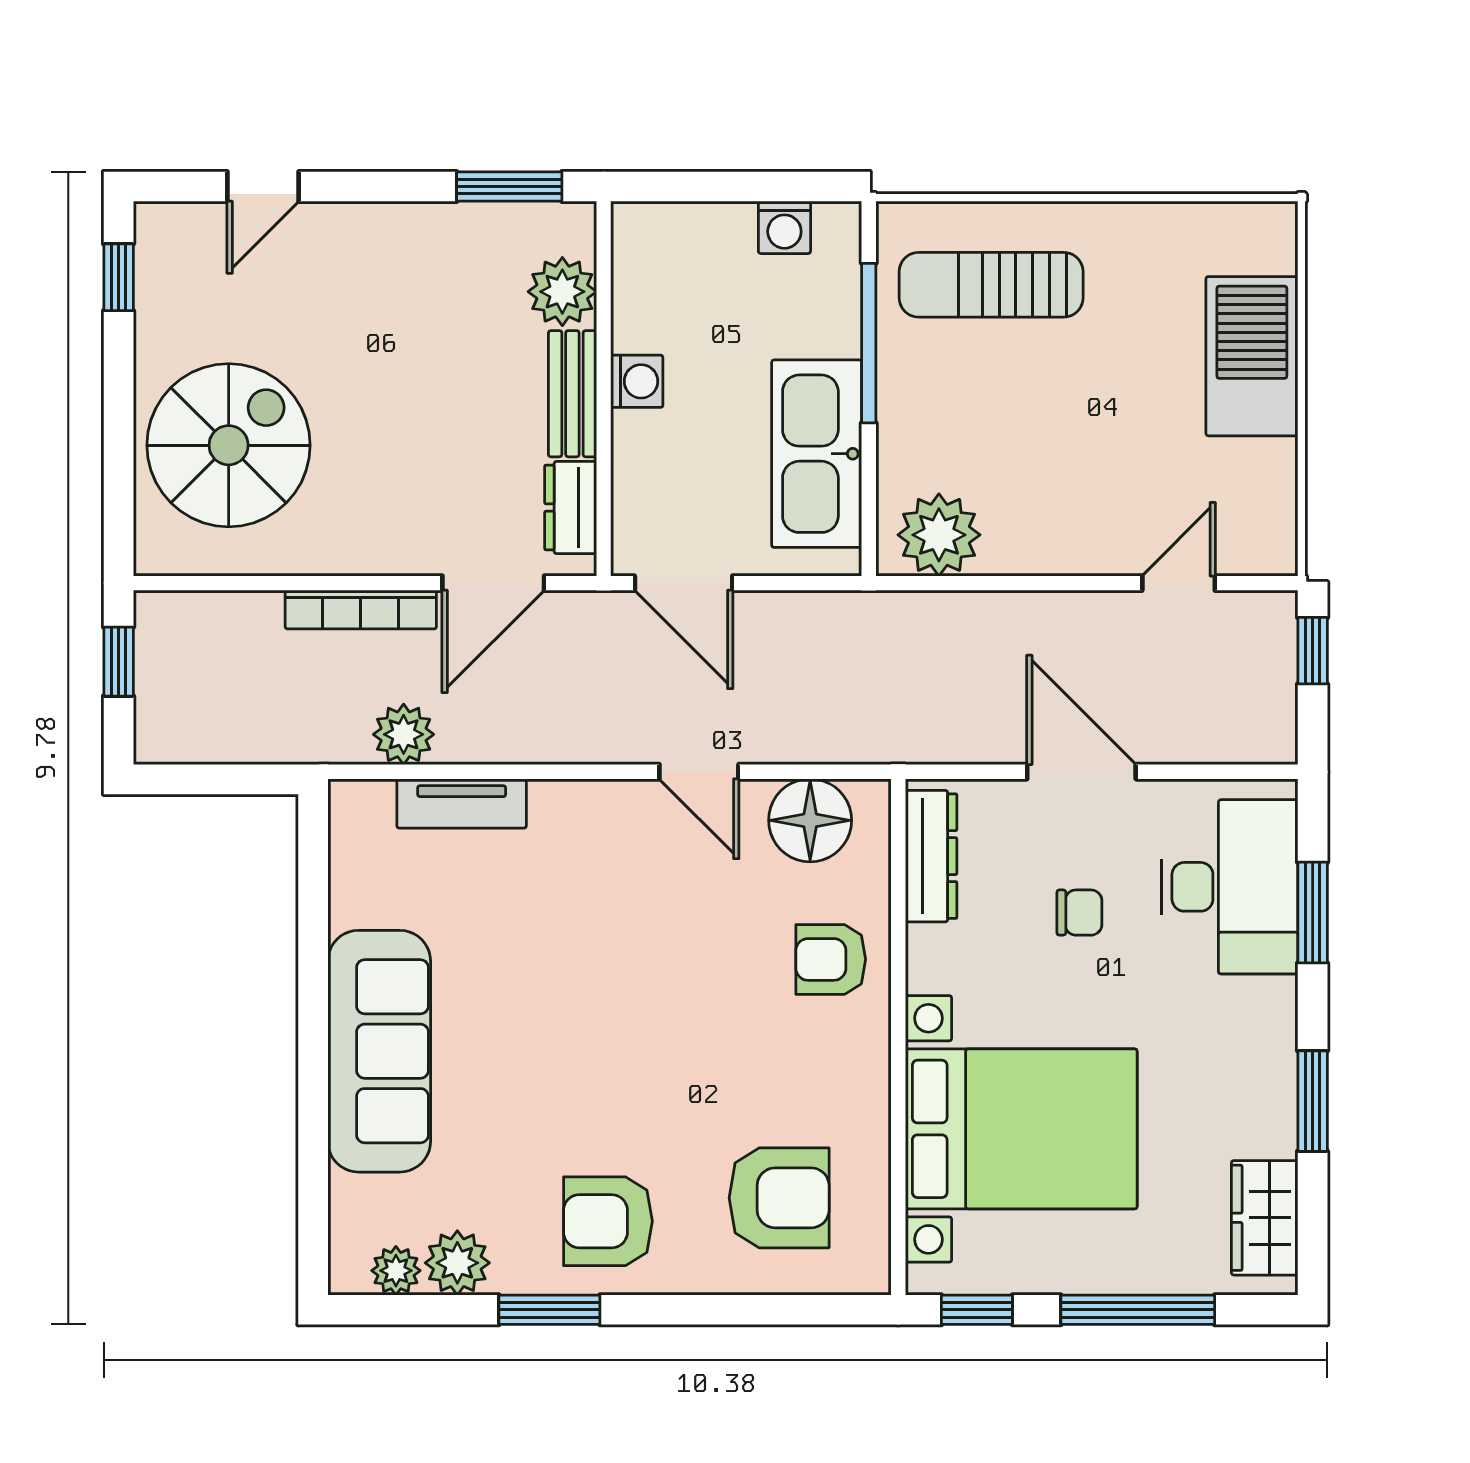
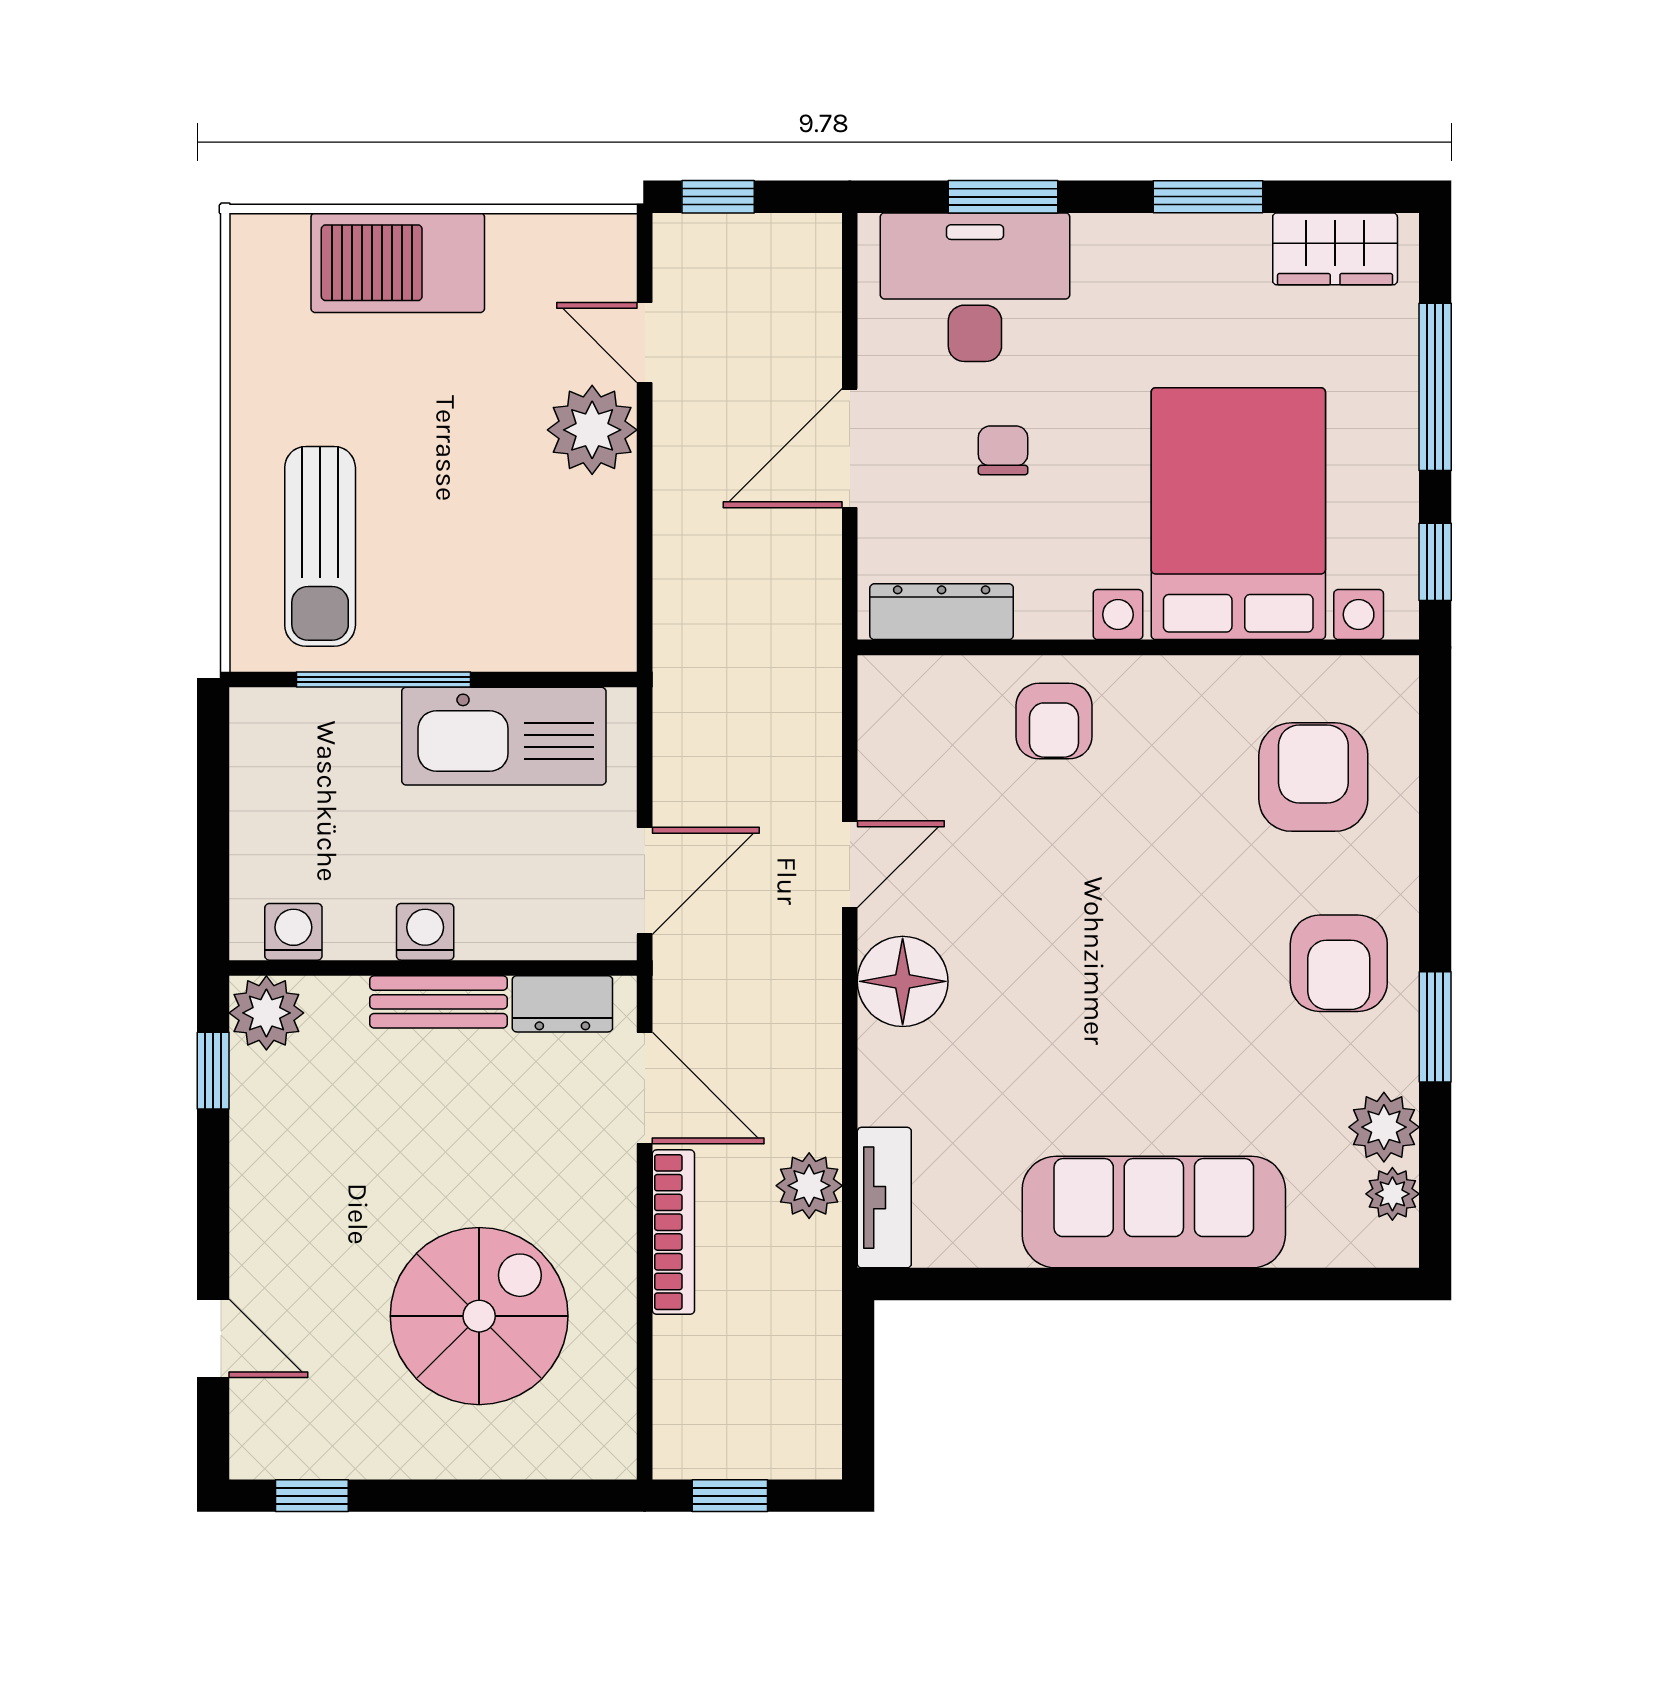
window: (509, 186) -> (213, 1071), width x0.67
washing machine: (784, 227) -> (293, 932), moved, turned -90
plant: (562, 292) -> (266, 1013), moved
spiral stairs: (229, 445) -> (479, 1316), moved, turned 90
plant: (939, 535) -> (592, 430), moved
tv unit: (462, 803) -> (884, 1198), moved
floor lamp: (810, 820) -> (903, 981), moved

